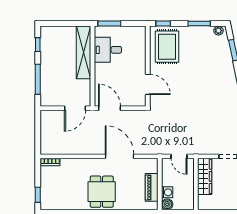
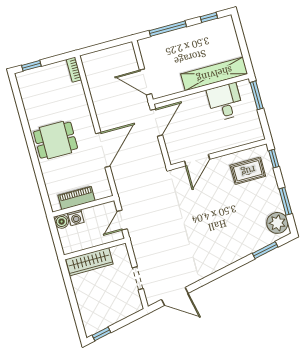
plant: (218, 31) -> (277, 223), width x1.87, depth x1.87
rug: (167, 47) -> (248, 171), width x0.73, depth x0.70
wardrobe: (205, 176) -> (89, 262), moved

